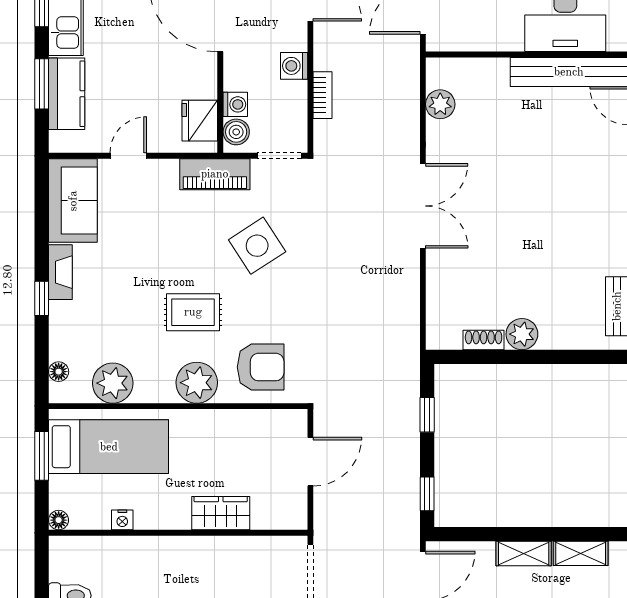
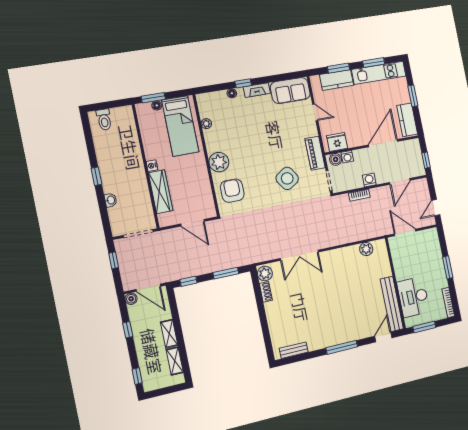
double door: (423, 206) -> (299, 255), moved
rug: (193, 312) -> (251, 154), removed
plant: (522, 334) -> (265, 274), moved
armchair: (261, 367) -> (232, 191), turned 180
floor lamp: (59, 372) -> (232, 93), moved
plant: (113, 383) -> (206, 124), width x0.53, depth x0.53
window: (427, 415) -> (226, 273), width x1.50
window: (42, 456) -> (153, 98), moved
wardrobe: (221, 513) -> (161, 192), width x1.50
floor lamp: (59, 520) -> (157, 105), moved
nightstand: (122, 520) -> (152, 166), moved

